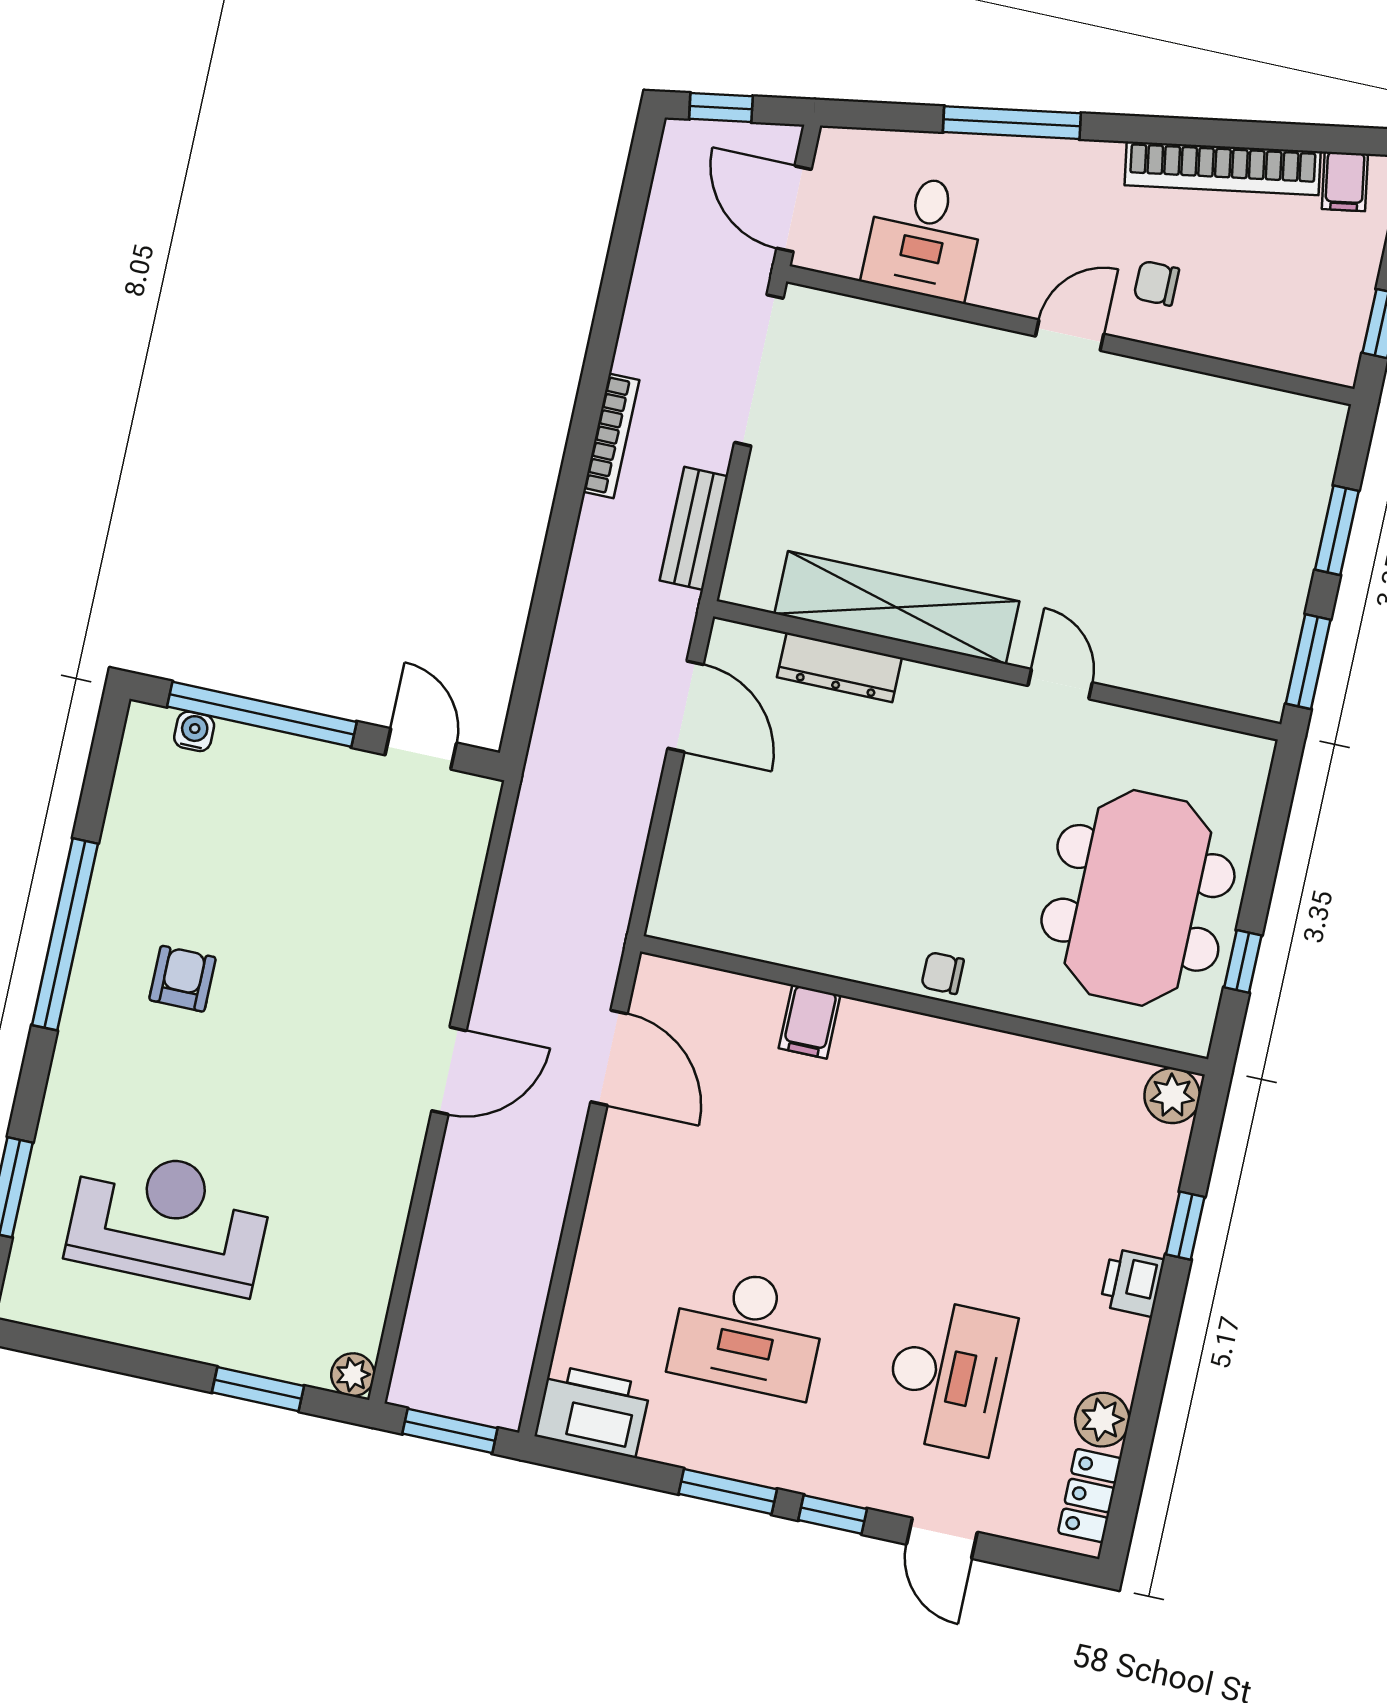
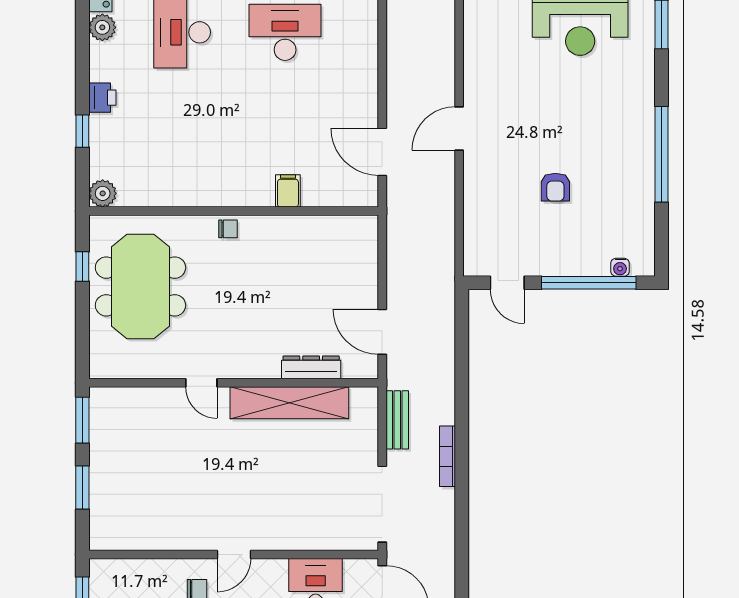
armchair: (182, 979) -> (555, 187), moved

